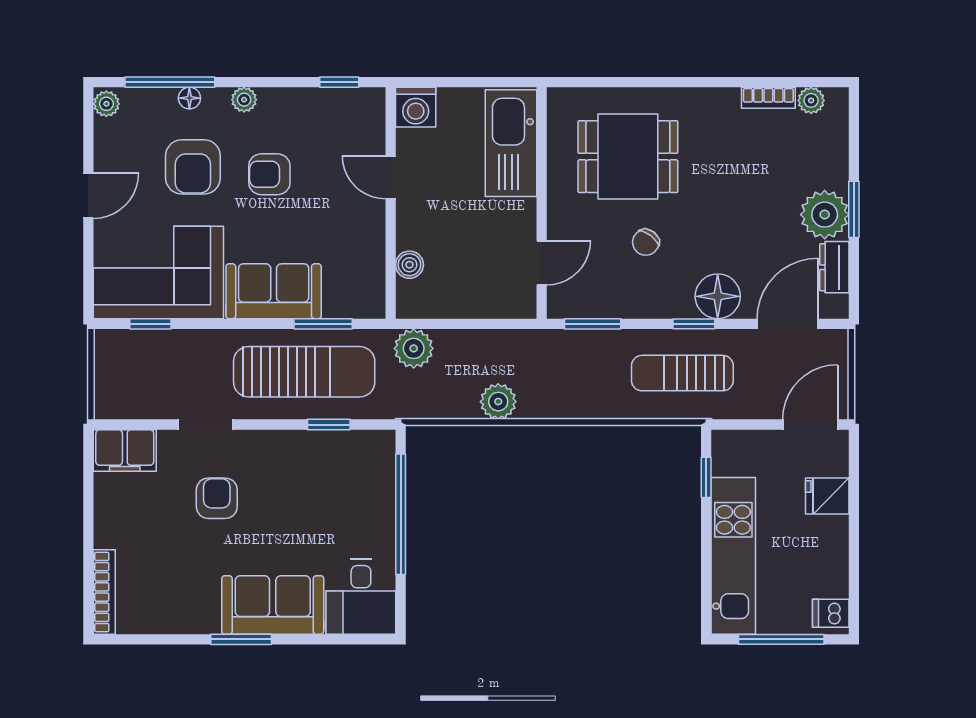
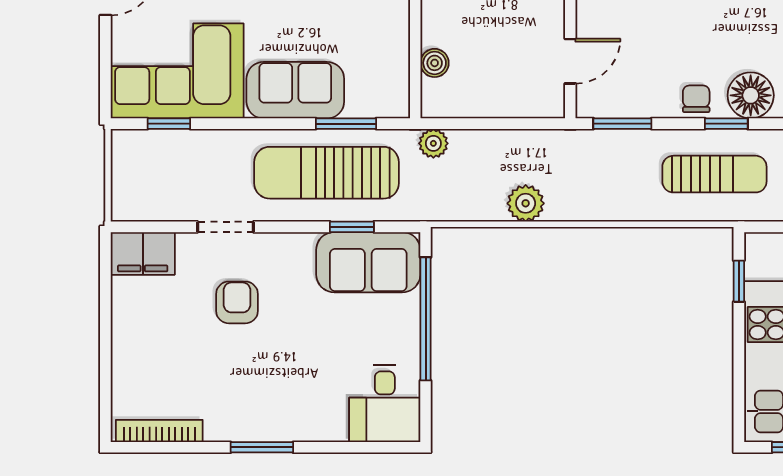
chair: (646, 242) -> (696, 99), moved, turned 143
plant: (414, 348) -> (433, 143), width x0.73, depth x0.73
sun lounger: (304, 372) -> (327, 173), turned 180
sun lounger: (682, 373) -> (714, 174), turned 180
bookcase: (104, 592) -> (159, 431), moved, turned -90
sofa: (273, 605) -> (368, 262), moved, turned 180

